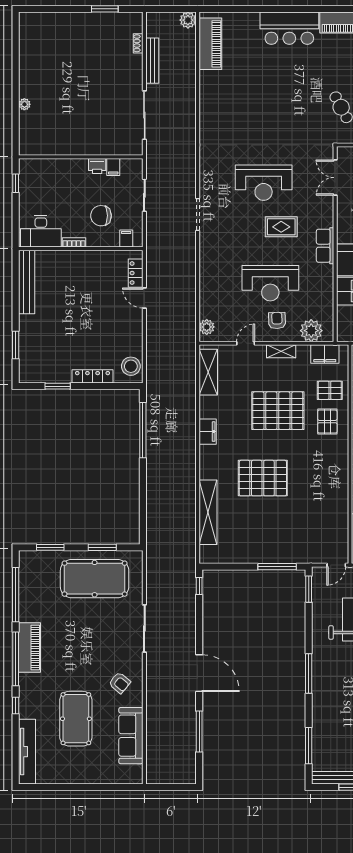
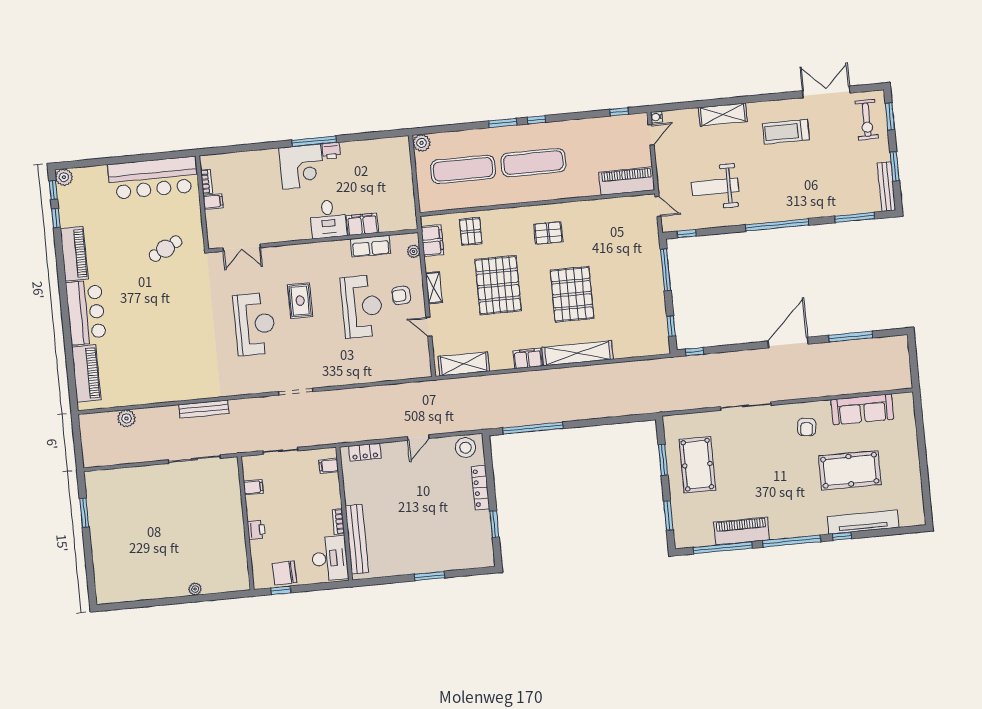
plant: (188, 20) -> (126, 418), moved
shoe rack: (138, 43) -> (118, 473), removed
piano: (210, 44) -> (86, 373), moved, turned 90
bench: (152, 61) -> (204, 409), moved
printer: (97, 166) -> (256, 530), moved
chair: (101, 216) -> (284, 573), moved, turned 88
row of seats: (325, 246) -> (371, 246), moved
bench: (27, 282) -> (357, 539), moved, turned 90
door: (144, 298) -> (418, 438), moved
plant: (207, 327) -> (415, 370), removed
plant: (311, 331) -> (414, 251), width x0.53, depth x0.53
window: (16, 345) -> (430, 576), moved
pallet: (327, 422) -> (548, 233), moved
shelving: (208, 512) -> (577, 353), moved
window: (225, 567) -> (671, 326), added
pool table: (95, 579) -> (697, 465), width x0.73, depth x0.76
window: (309, 589) -> (687, 234), width x0.67
piano: (29, 647) -> (742, 531), moved
window: (309, 674) -> (777, 225), width x1.46
armchair: (120, 683) -> (807, 427), turned 147
tv unit: (27, 752) -> (863, 522), moved

